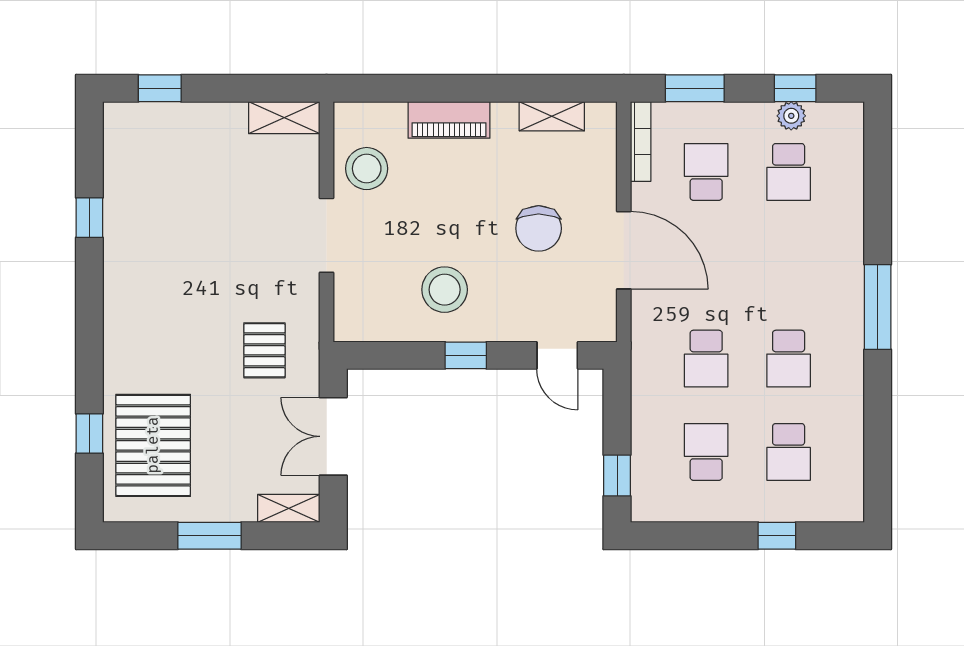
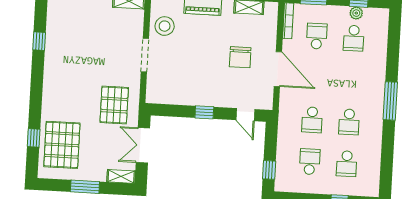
stool: (445, 290) -> (196, 82), removed
pallet: (264, 350) -> (114, 105), width x1.50, depth x1.42

